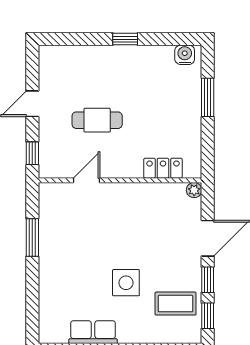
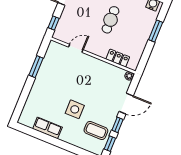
cafe table: (97, 120) -> (111, 20), moved, turned 90

